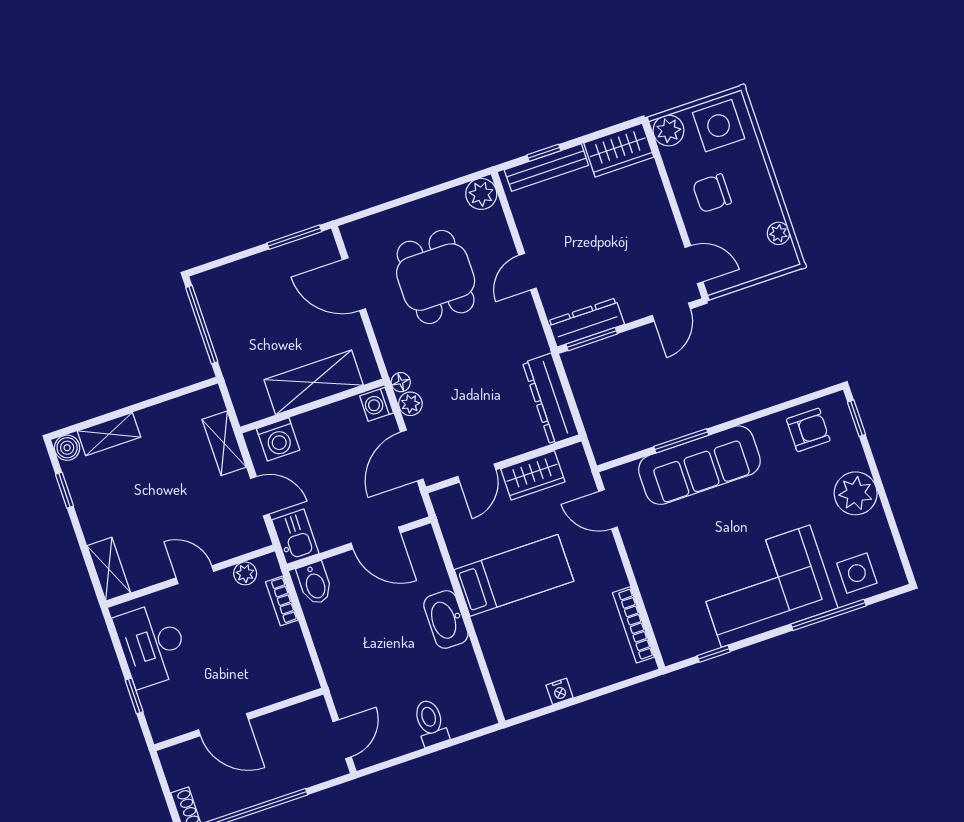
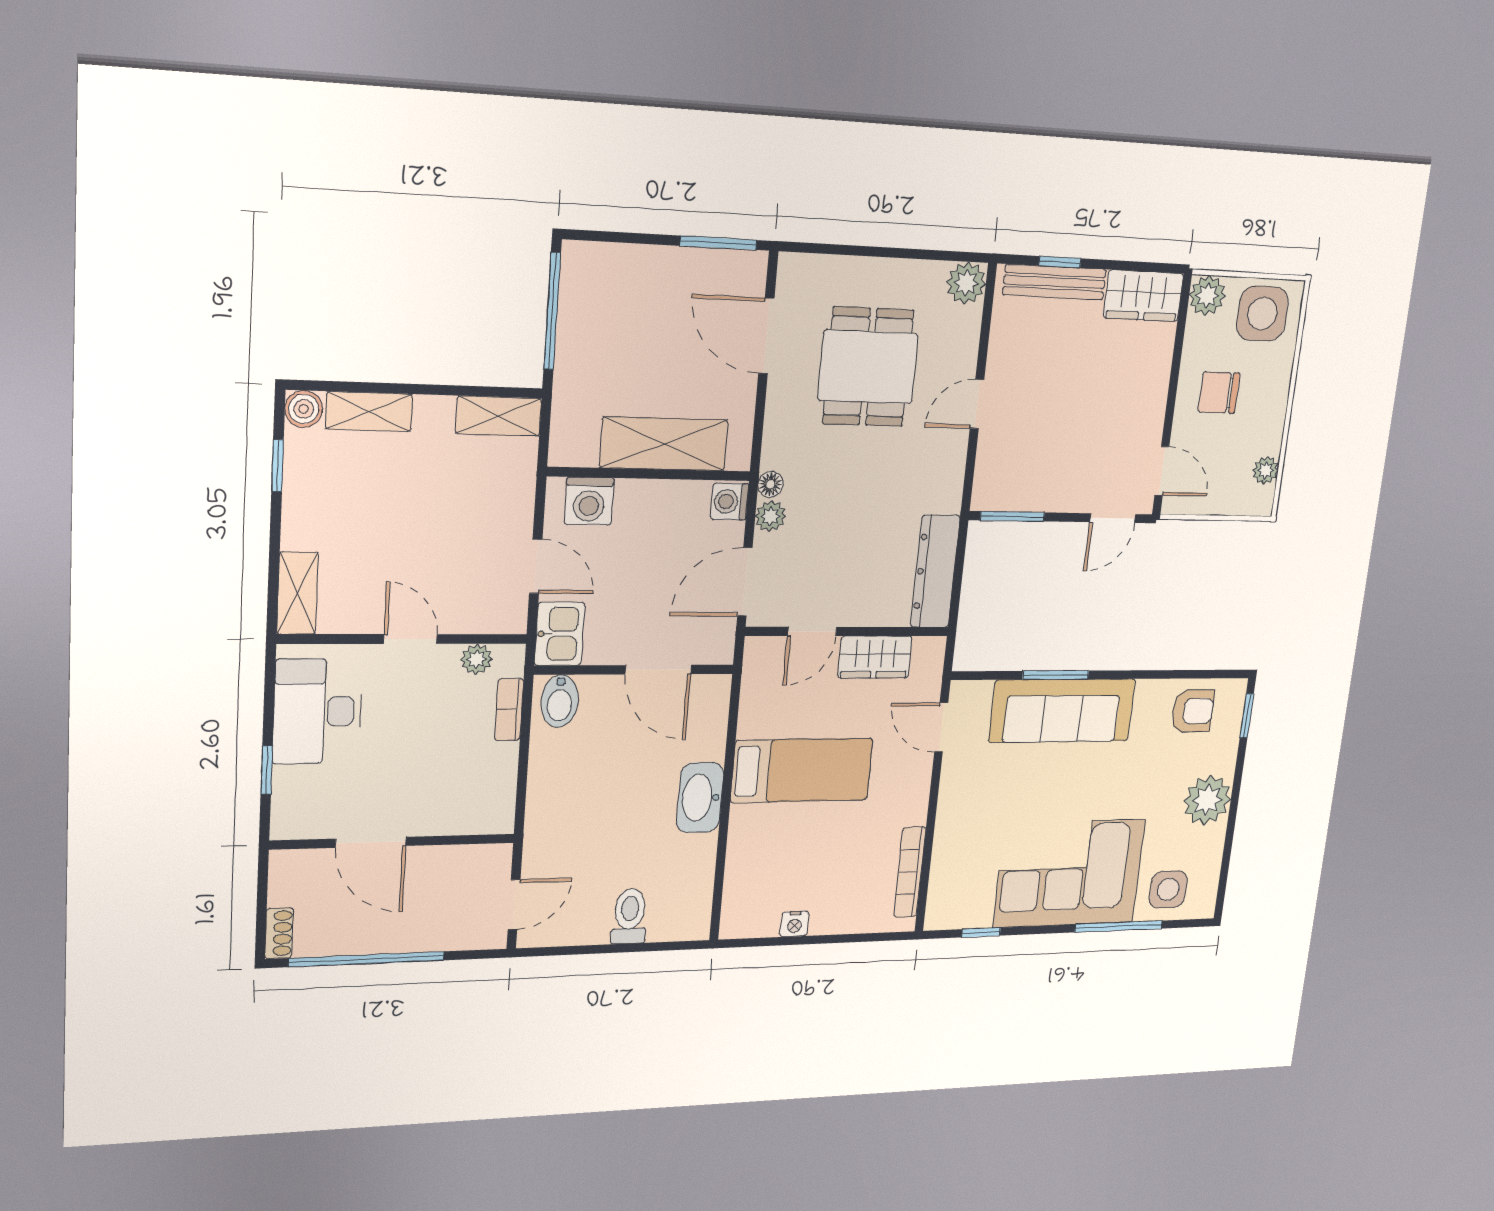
dresser: (586, 322) -> (1015, 494), removed
shelving: (224, 443) -> (499, 416), moved, turned 90

